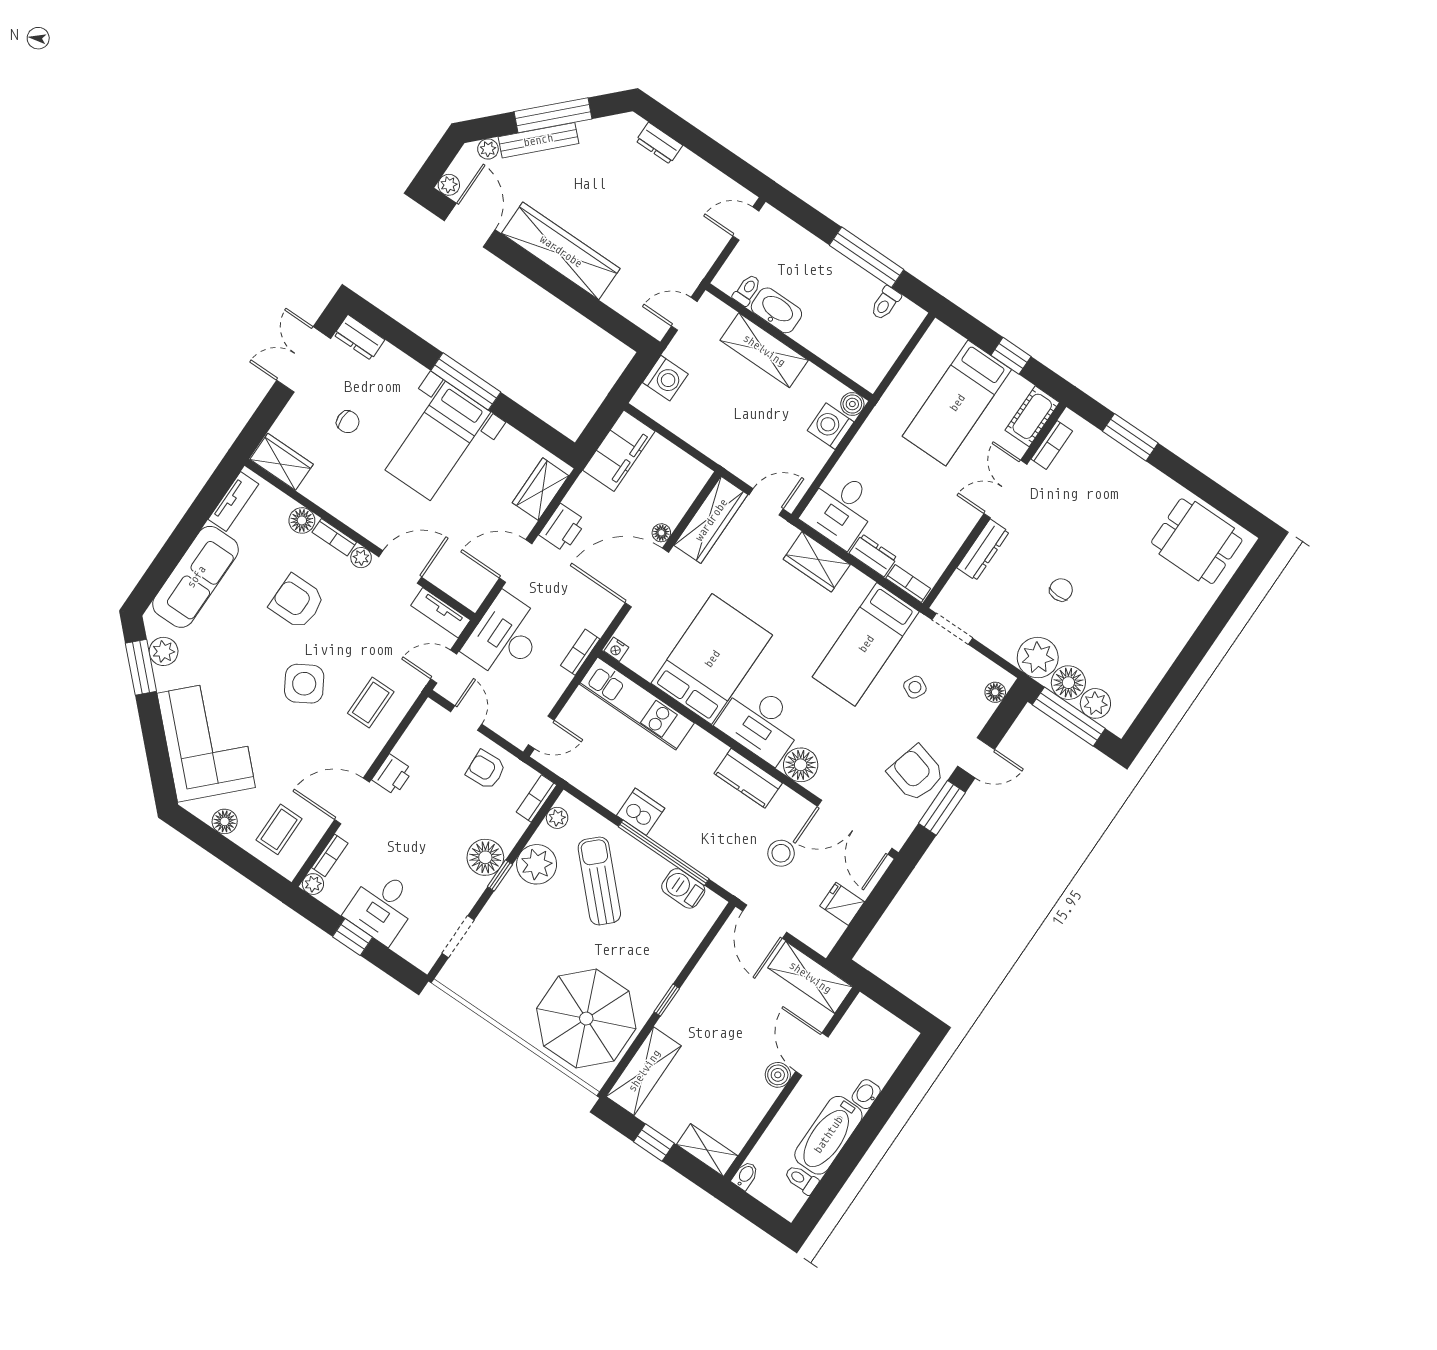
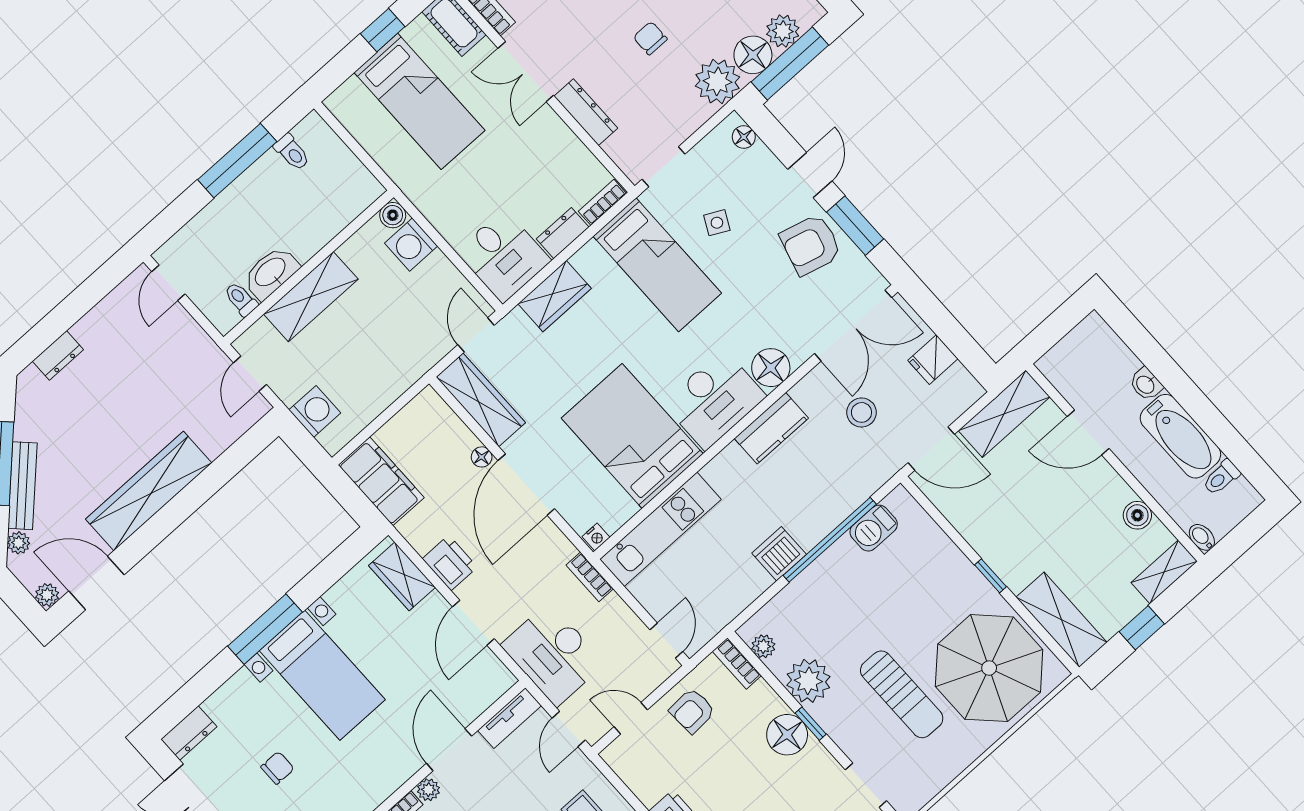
sun lounger: (599, 881) -> (902, 694), moved, turned -136
boiler: (778, 1075) -> (1137, 515), moved

